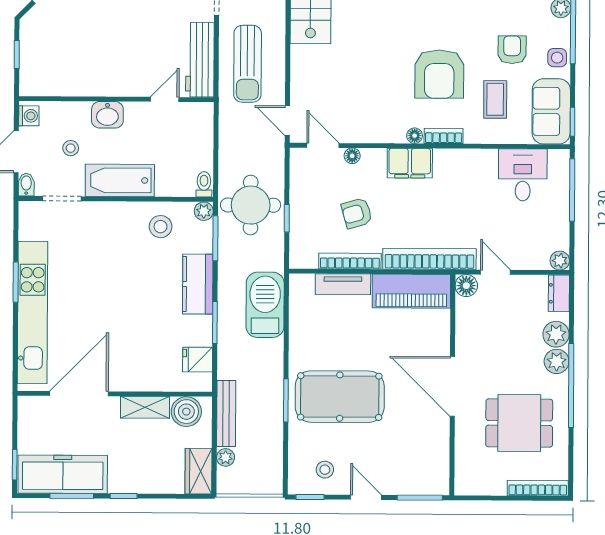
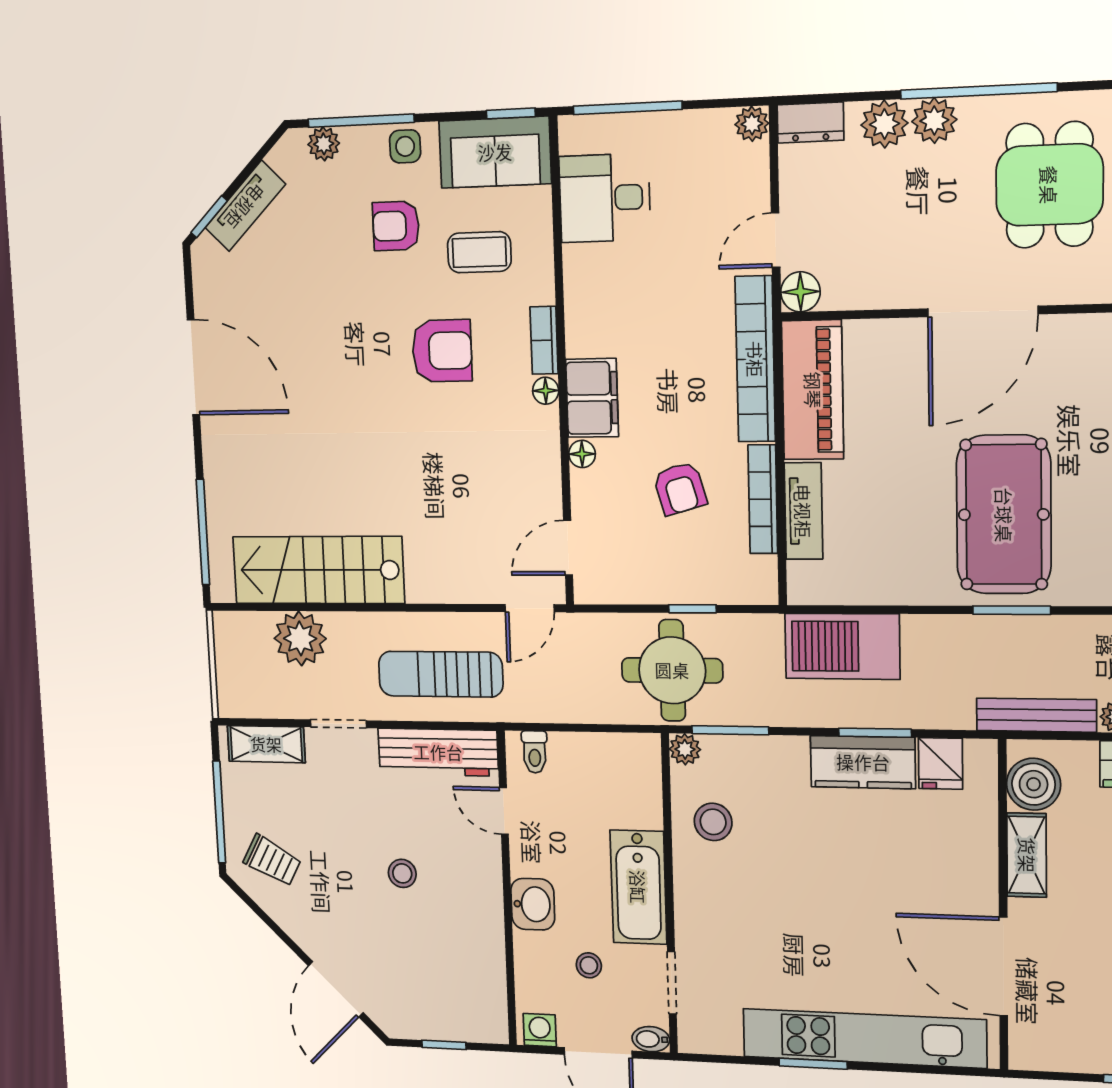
stool: (124, 33) -> (402, 873), added
sun lounger: (248, 64) -> (441, 674), turned 180
armchair: (439, 74) -> (442, 351), width x0.73, depth x0.73
floor lamp: (352, 156) -> (582, 454), moved
toilet: (204, 184) -> (535, 752), moved, turned -90
kitchen counter: (198, 284) -> (863, 762), moved

